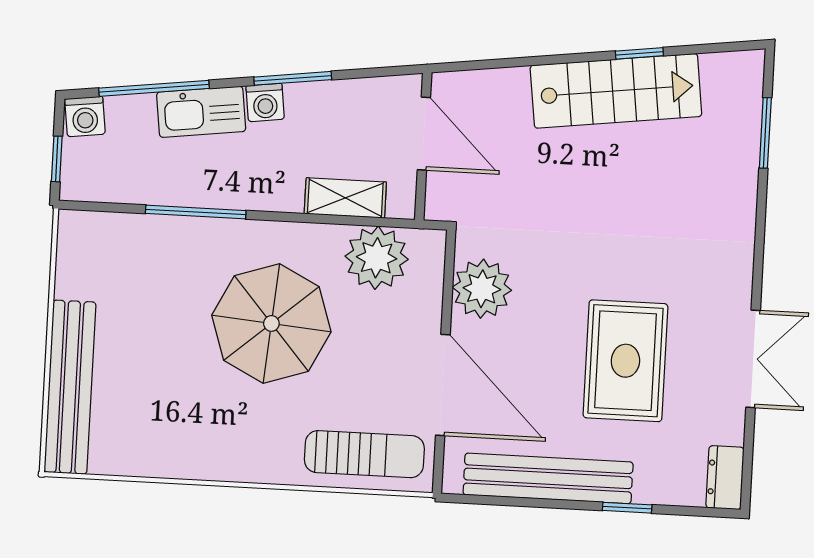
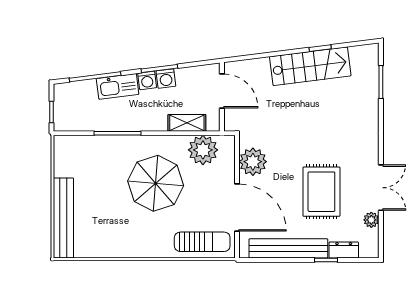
washing machine: (85, 116) -> (166, 79), moved
plant: (729, 427) -> (371, 220), added
dresser: (725, 478) -> (344, 250), moved, turned 90

